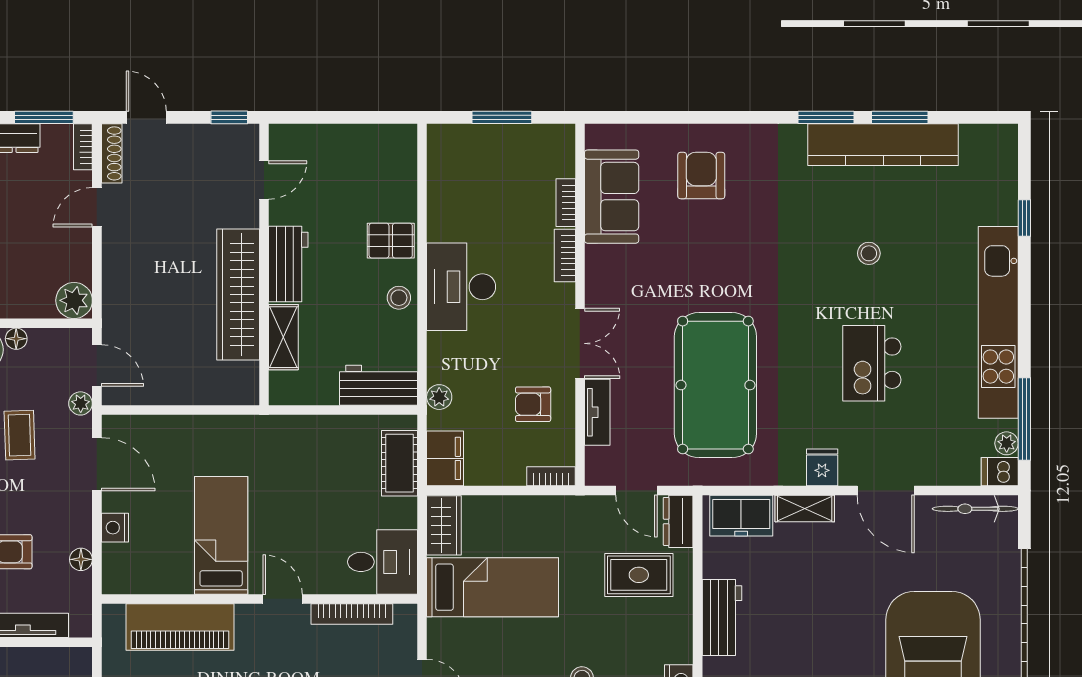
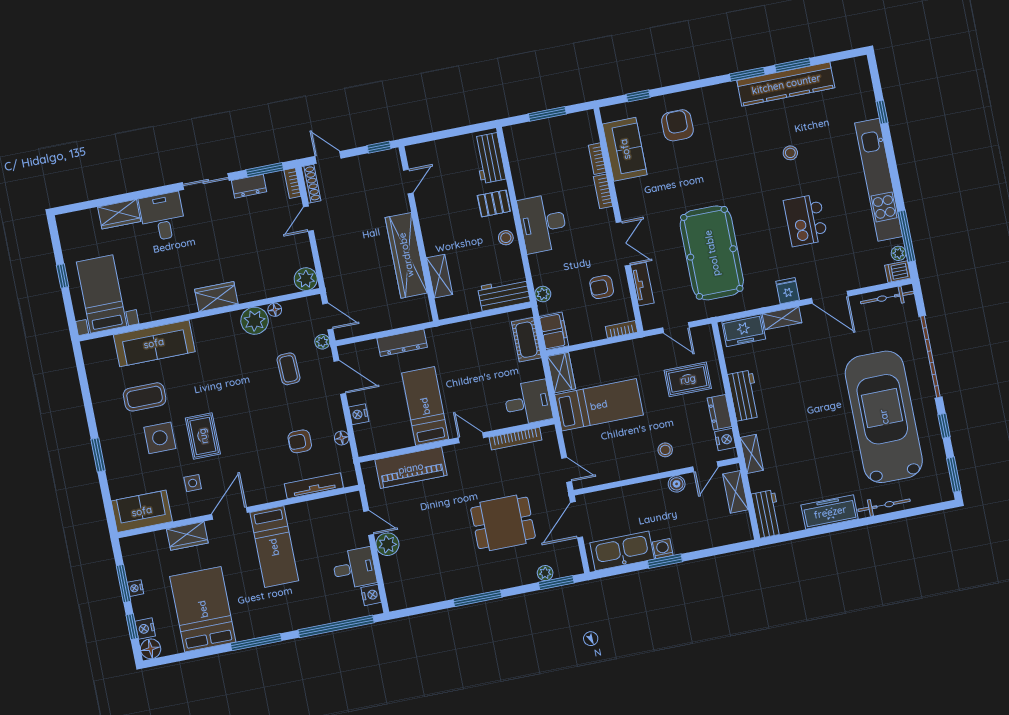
window: (649, 117) -> (638, 96), added
workbench: (288, 264) -> (489, 158), moved, turned 180
dresser: (205, 430) -> (402, 343), added
dresser: (678, 521) -> (720, 412), moved

